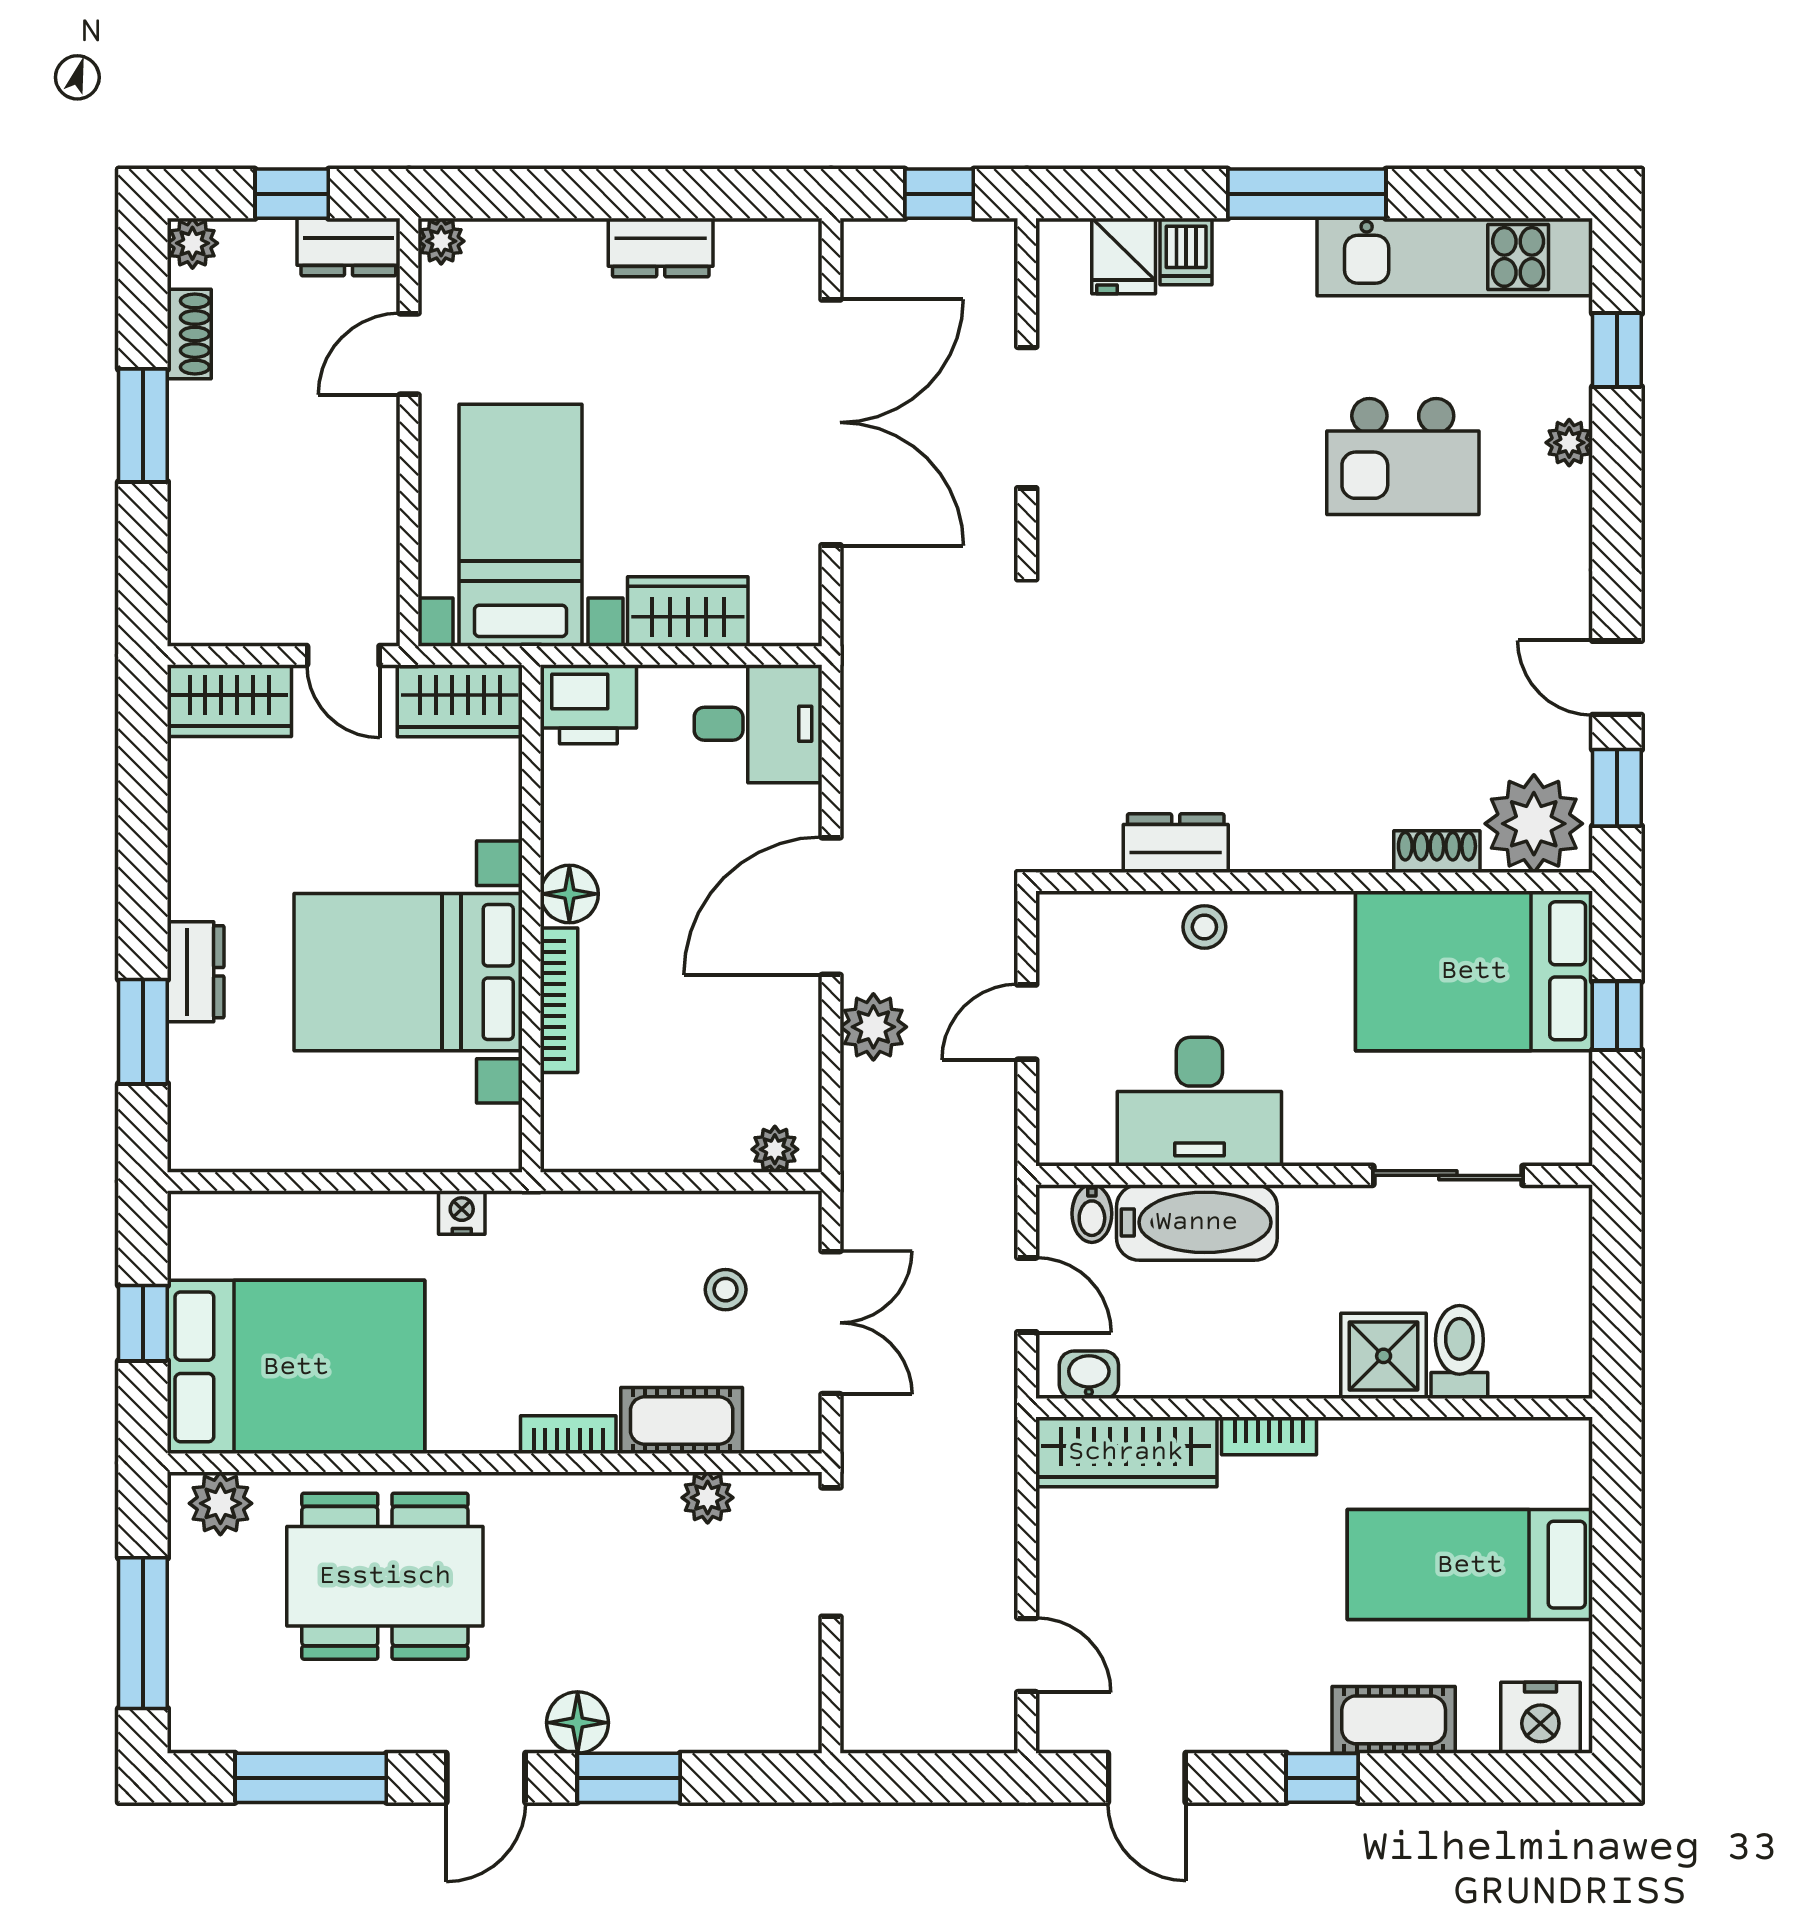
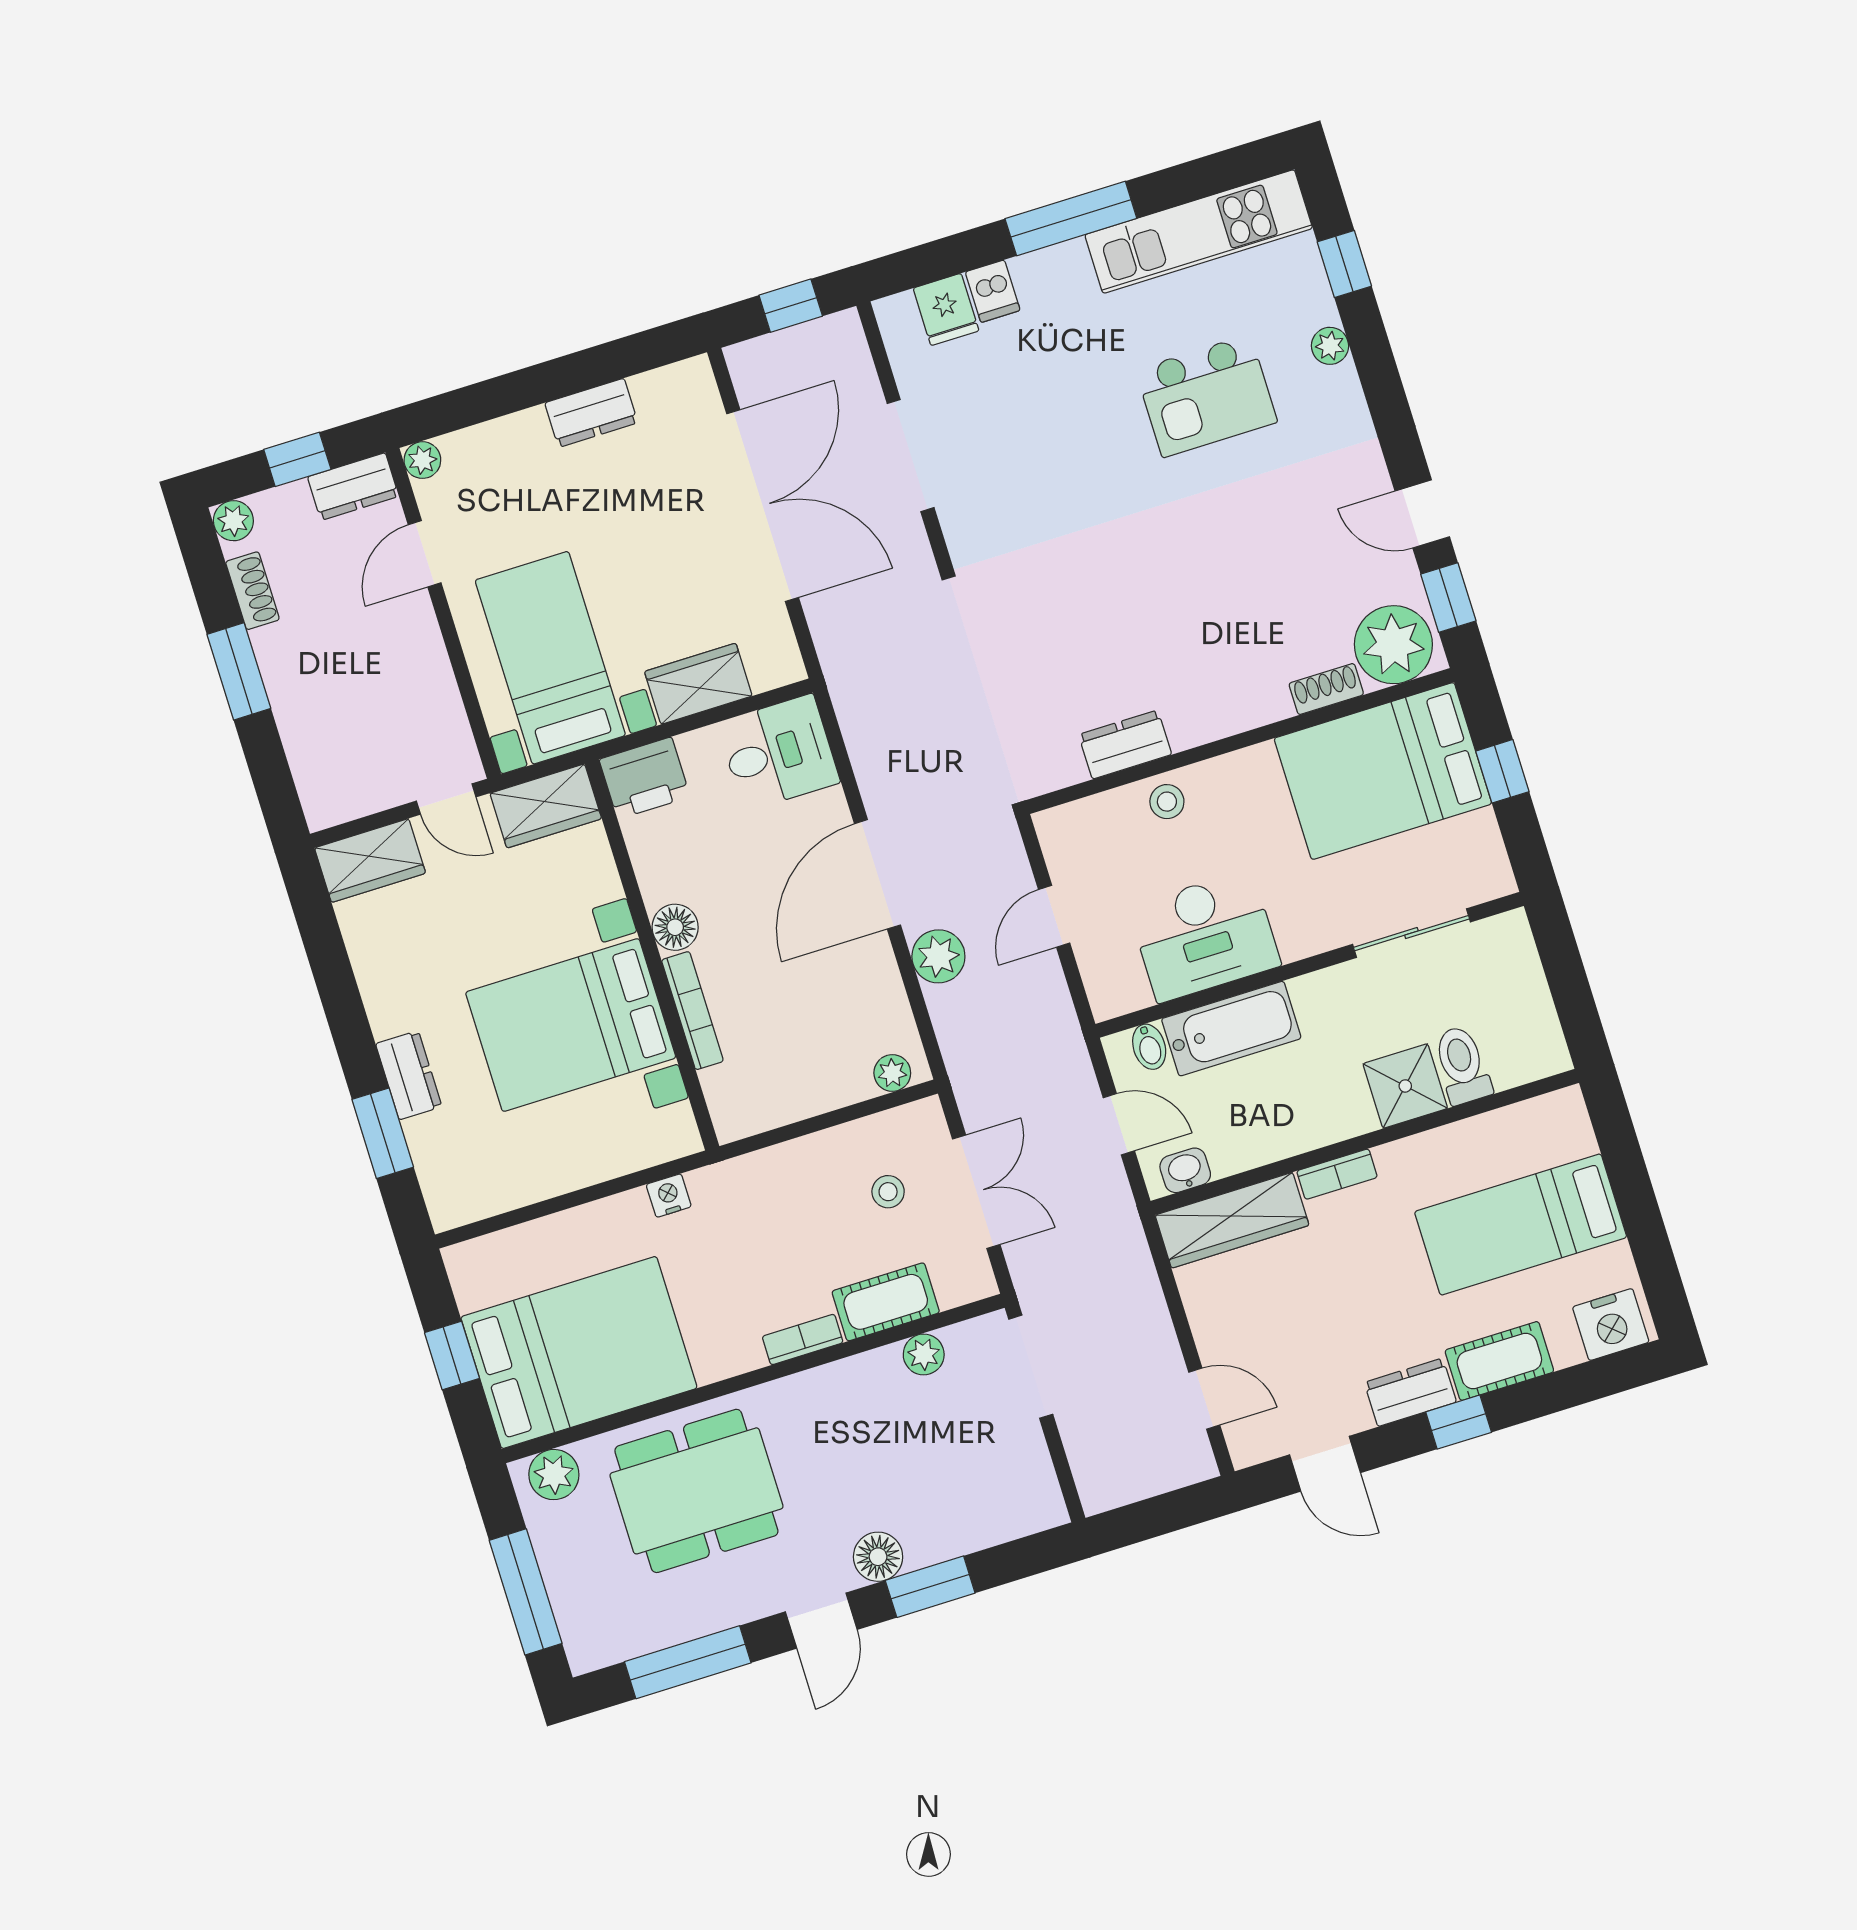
dresser: (1275, 1724) -> (1410, 1392), added

